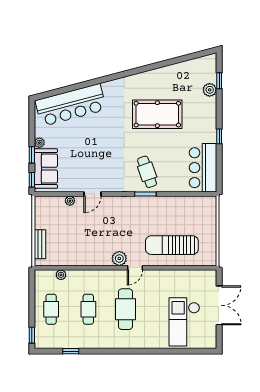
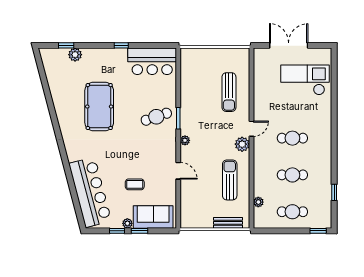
coffee table: (79, 150) -> (135, 184), added
window: (32, 180) -> (117, 231), moved
plant: (70, 201) -> (185, 140), moved
sun lounger: (172, 245) -> (229, 92), width x0.73, depth x0.75
sun lounger: (83, 246) -> (230, 180), added
door: (135, 268) -> (251, 129), hinge flipped
cafe table: (125, 309) -> (292, 138), width x0.73, depth x0.74
checkout: (184, 322) -> (305, 80), turned 180

